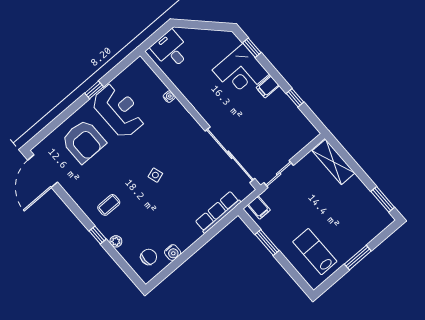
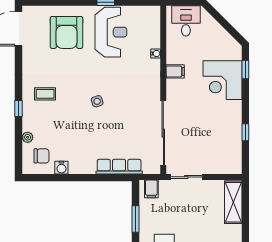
filing cabinet: (268, 87) -> (175, 71), moved, turned 180
plant: (116, 241) -> (28, 137), moved

